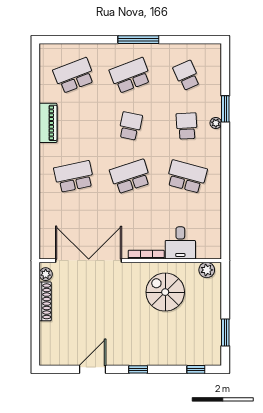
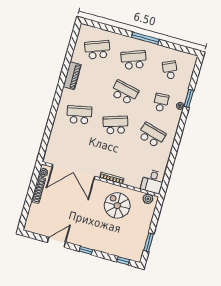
school desk: (130, 126) -> (125, 92), width x1.85
desk: (180, 243) -> (153, 181), moved
double door: (89, 261) -> (74, 172), swing flipped

